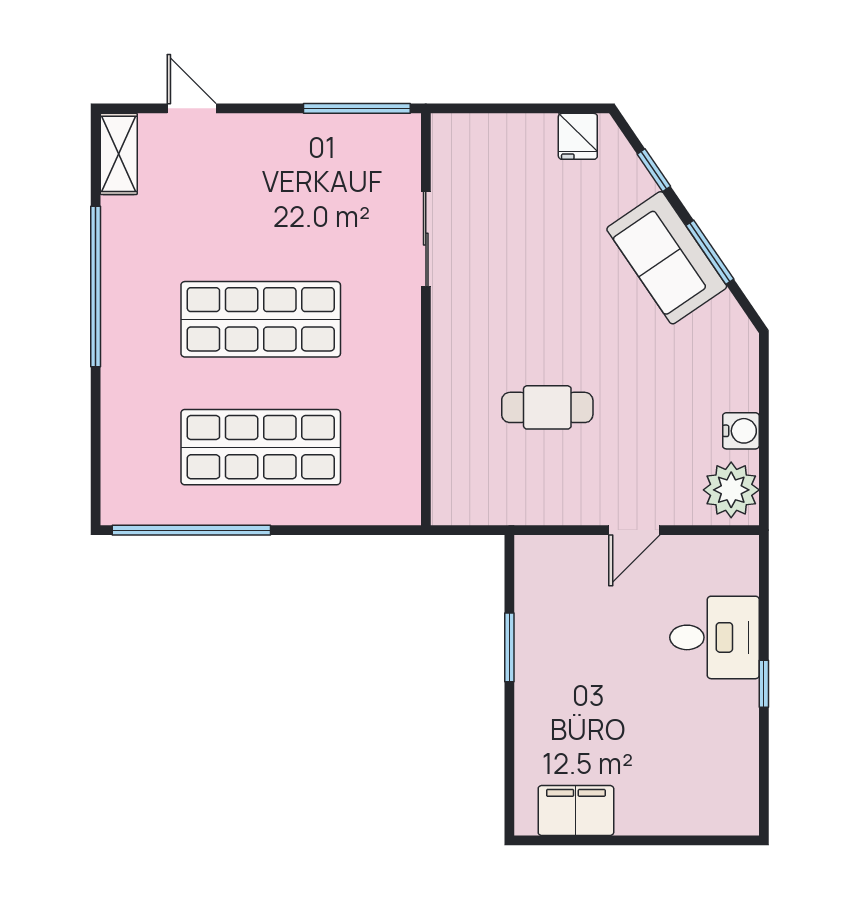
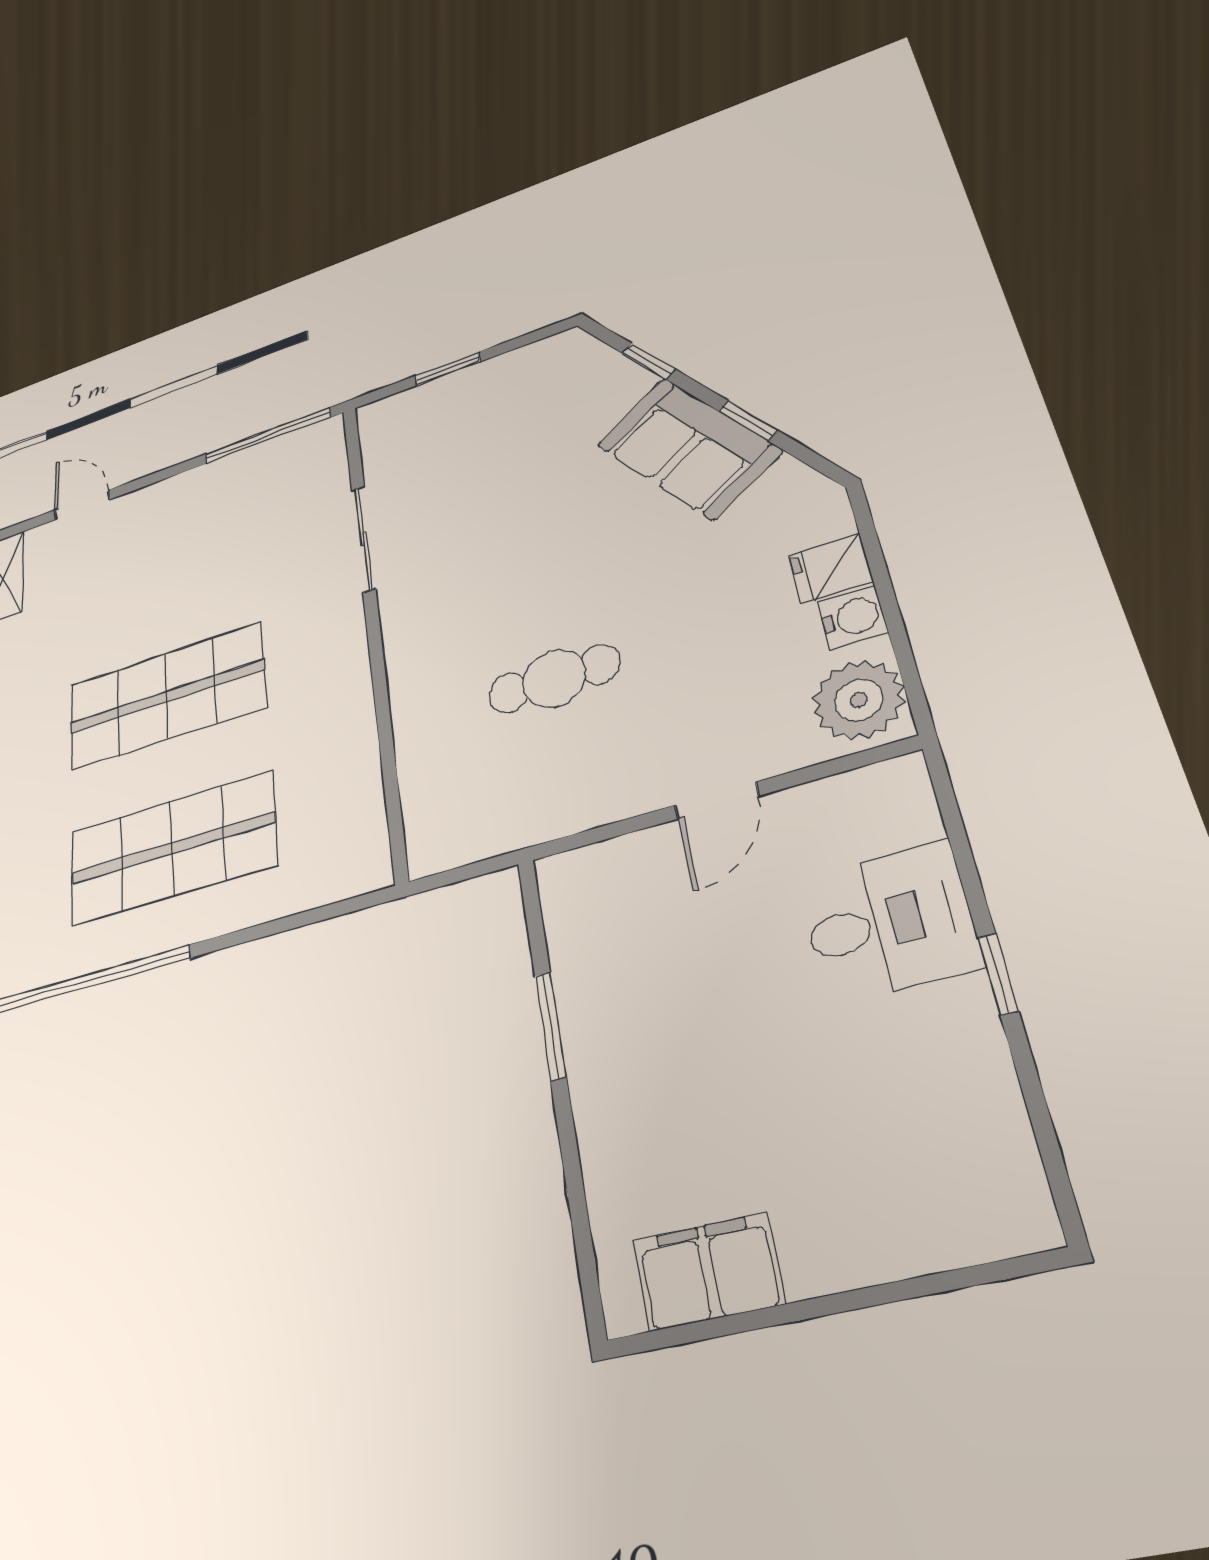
window: (507, 108) -> (447, 369), added
fridge: (578, 136) -> (830, 568), moved, turned 90
window: (710, 252) -> (748, 421), width x0.67

